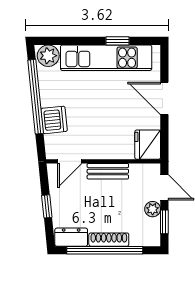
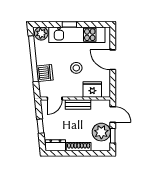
window: (118, 41) -> (69, 24), moved
stool: (105, 112) -> (76, 68), added
fridge: (148, 145) -> (92, 89), moved, turned 90
plant: (153, 209) -> (101, 132), width x1.88, depth x1.88
window: (105, 250) -> (76, 153), removed

